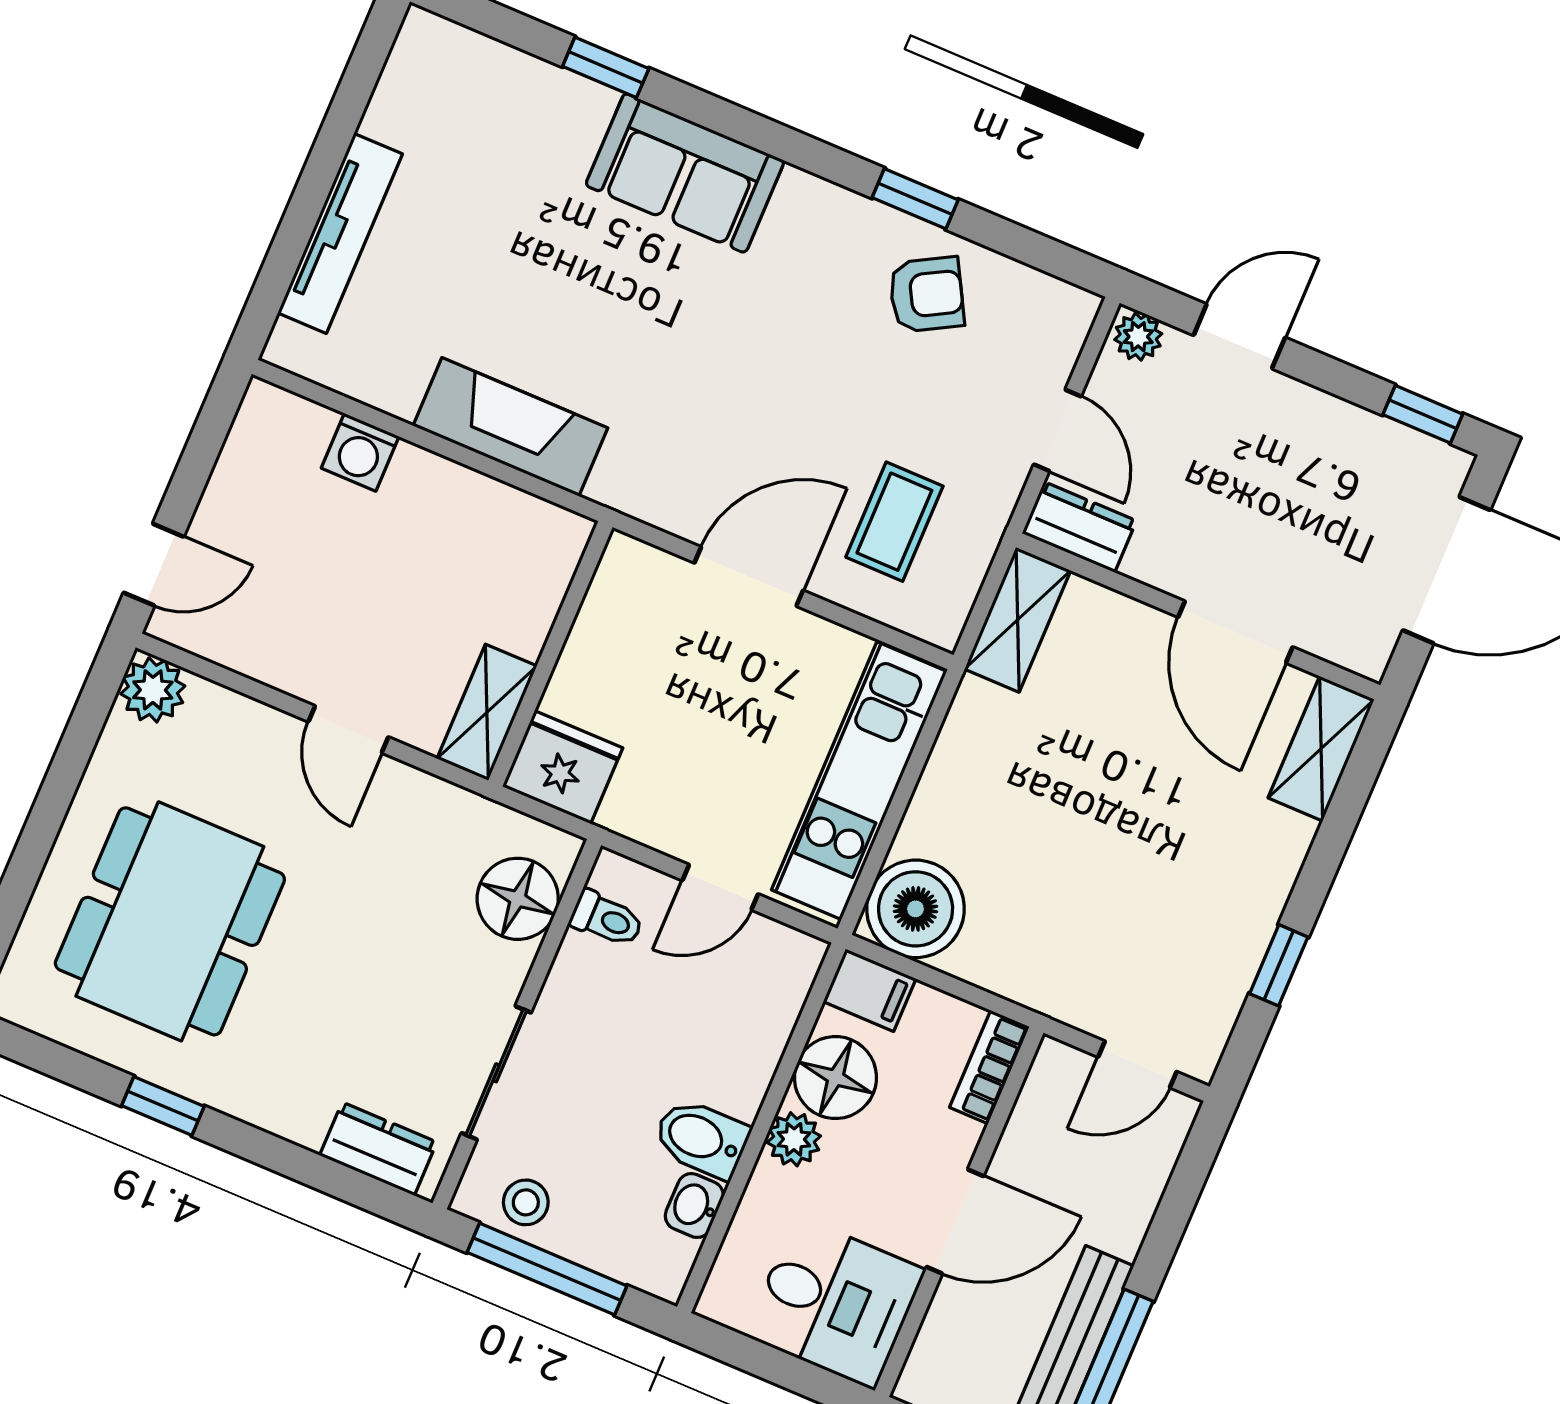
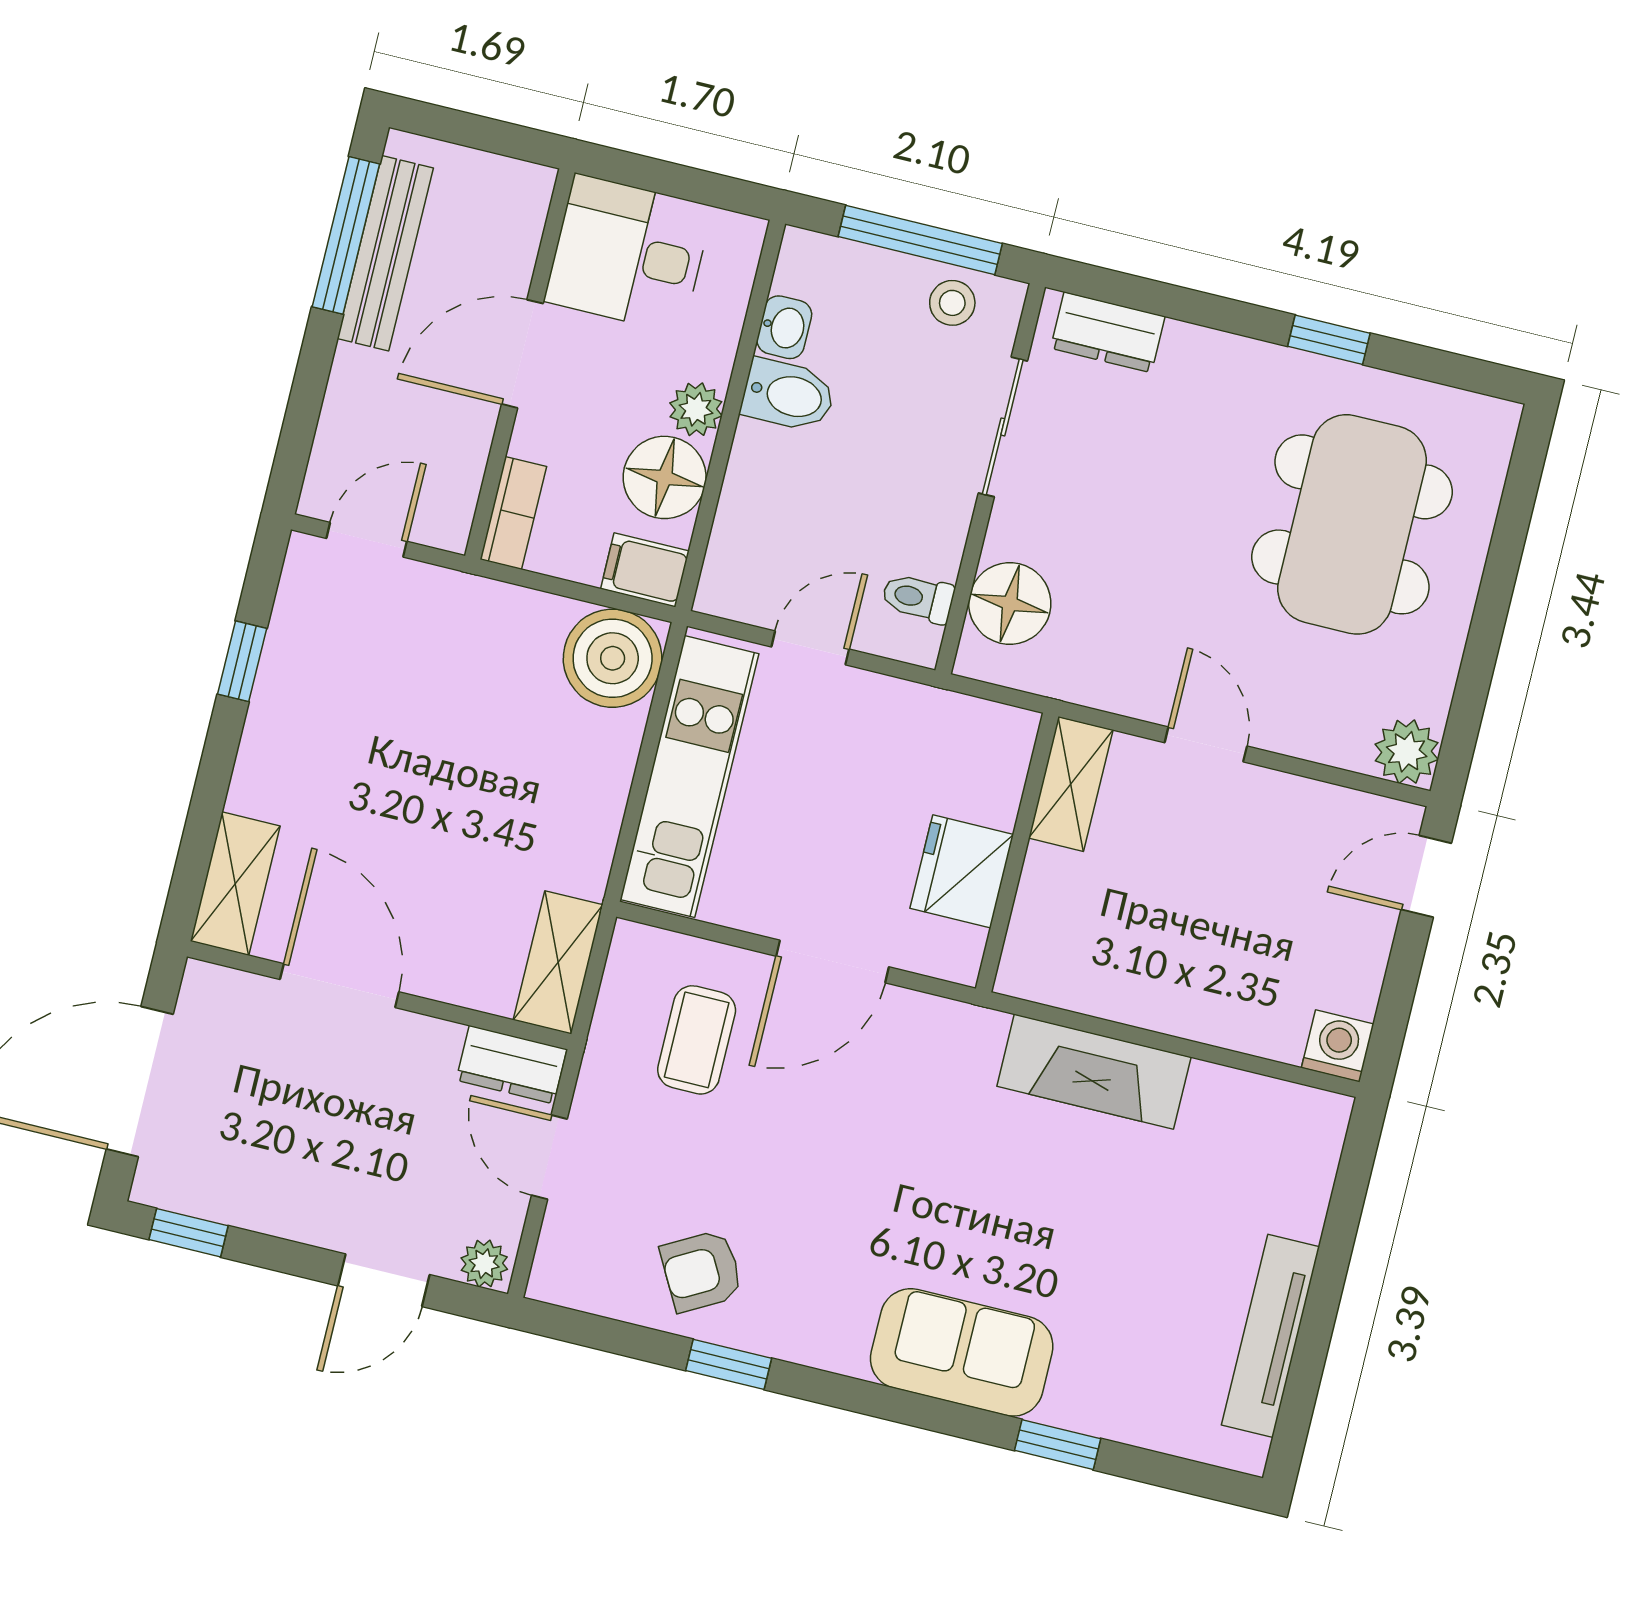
tv unit: (340, 233) -> (1270, 1336), moved
washing machine: (360, 452) -> (1338, 1046), moved
fridge: (563, 767) -> (962, 871), moved, turned 90

